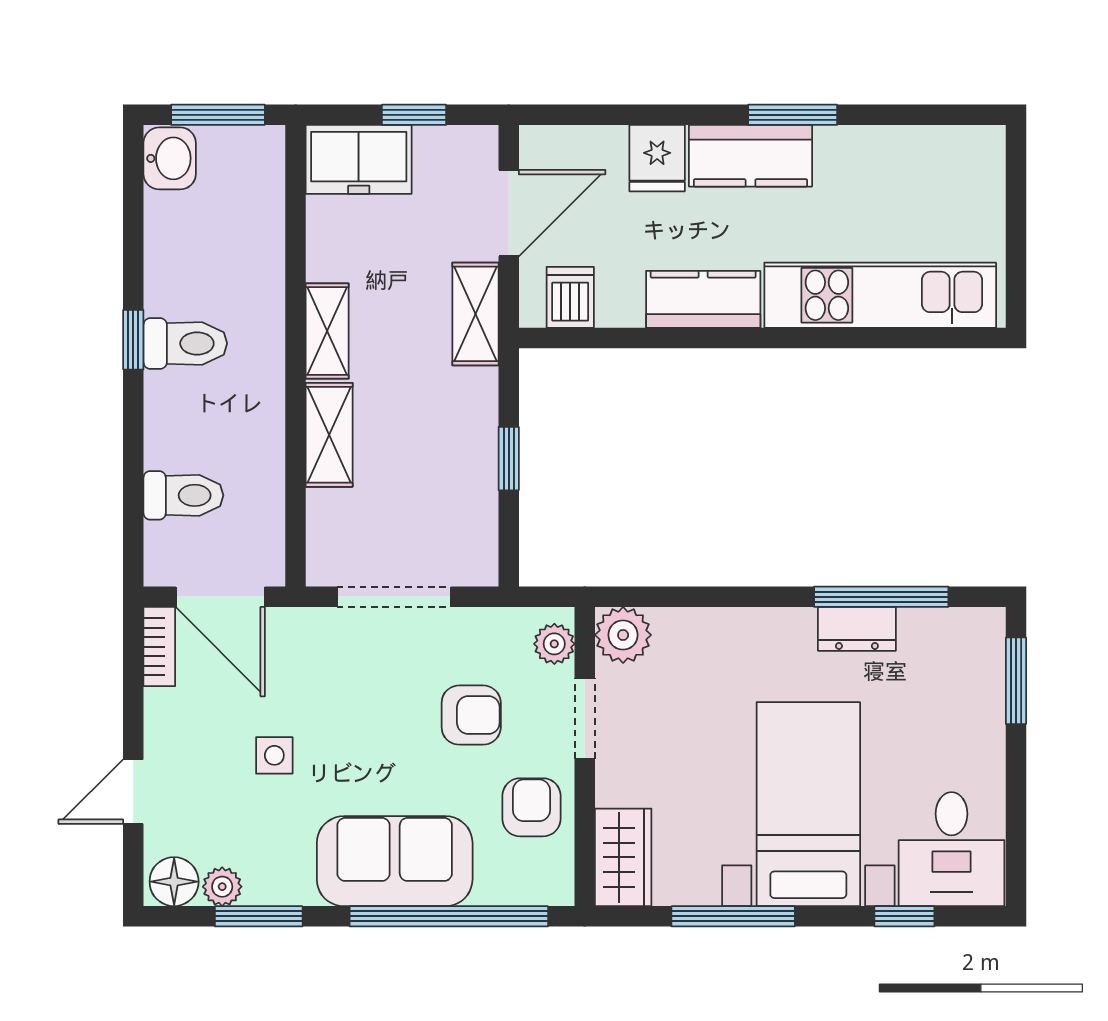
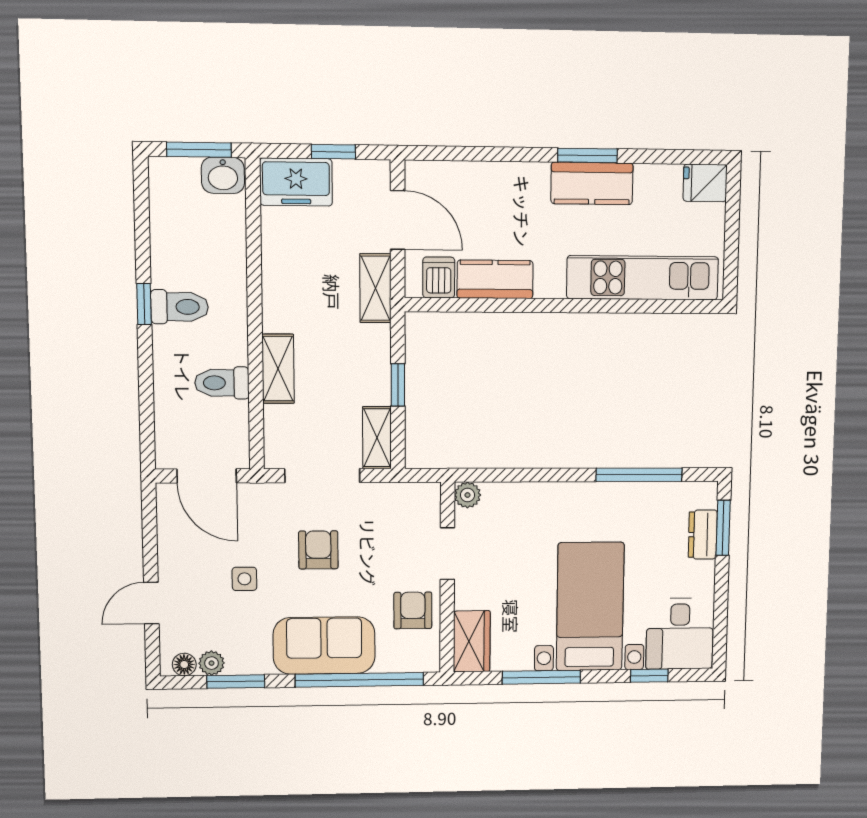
kitchen counter: (750, 156) -> (592, 183), moved
washbasin: (170, 158) -> (223, 175), moved, turned 90
fridge: (657, 158) -> (705, 183), moved, turned 90
door: (509, 213) -> (398, 220), hinge flipped
kitchen counter: (703, 299) -> (495, 279), moved
shelving: (327, 331) -> (377, 438), moved
toilet: (183, 495) -> (222, 383), moved, turned 180
dresser: (857, 629) -> (703, 535), moved, turned 90
plant: (623, 635) -> (468, 495), width x0.73, depth x0.73
plant: (554, 644) -> (428, 506), removed
bookcase: (159, 647) -> (167, 509), removed
armchair: (471, 715) -> (318, 550), moved, turned -90
floor lamp: (174, 882) -> (184, 664), width x0.73, depth x0.73

